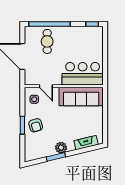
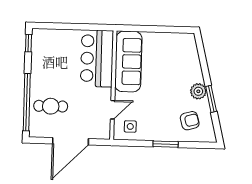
armchair: (36, 125) -> (190, 121), moved
fireplace: (86, 143) -> (192, 56), removed

